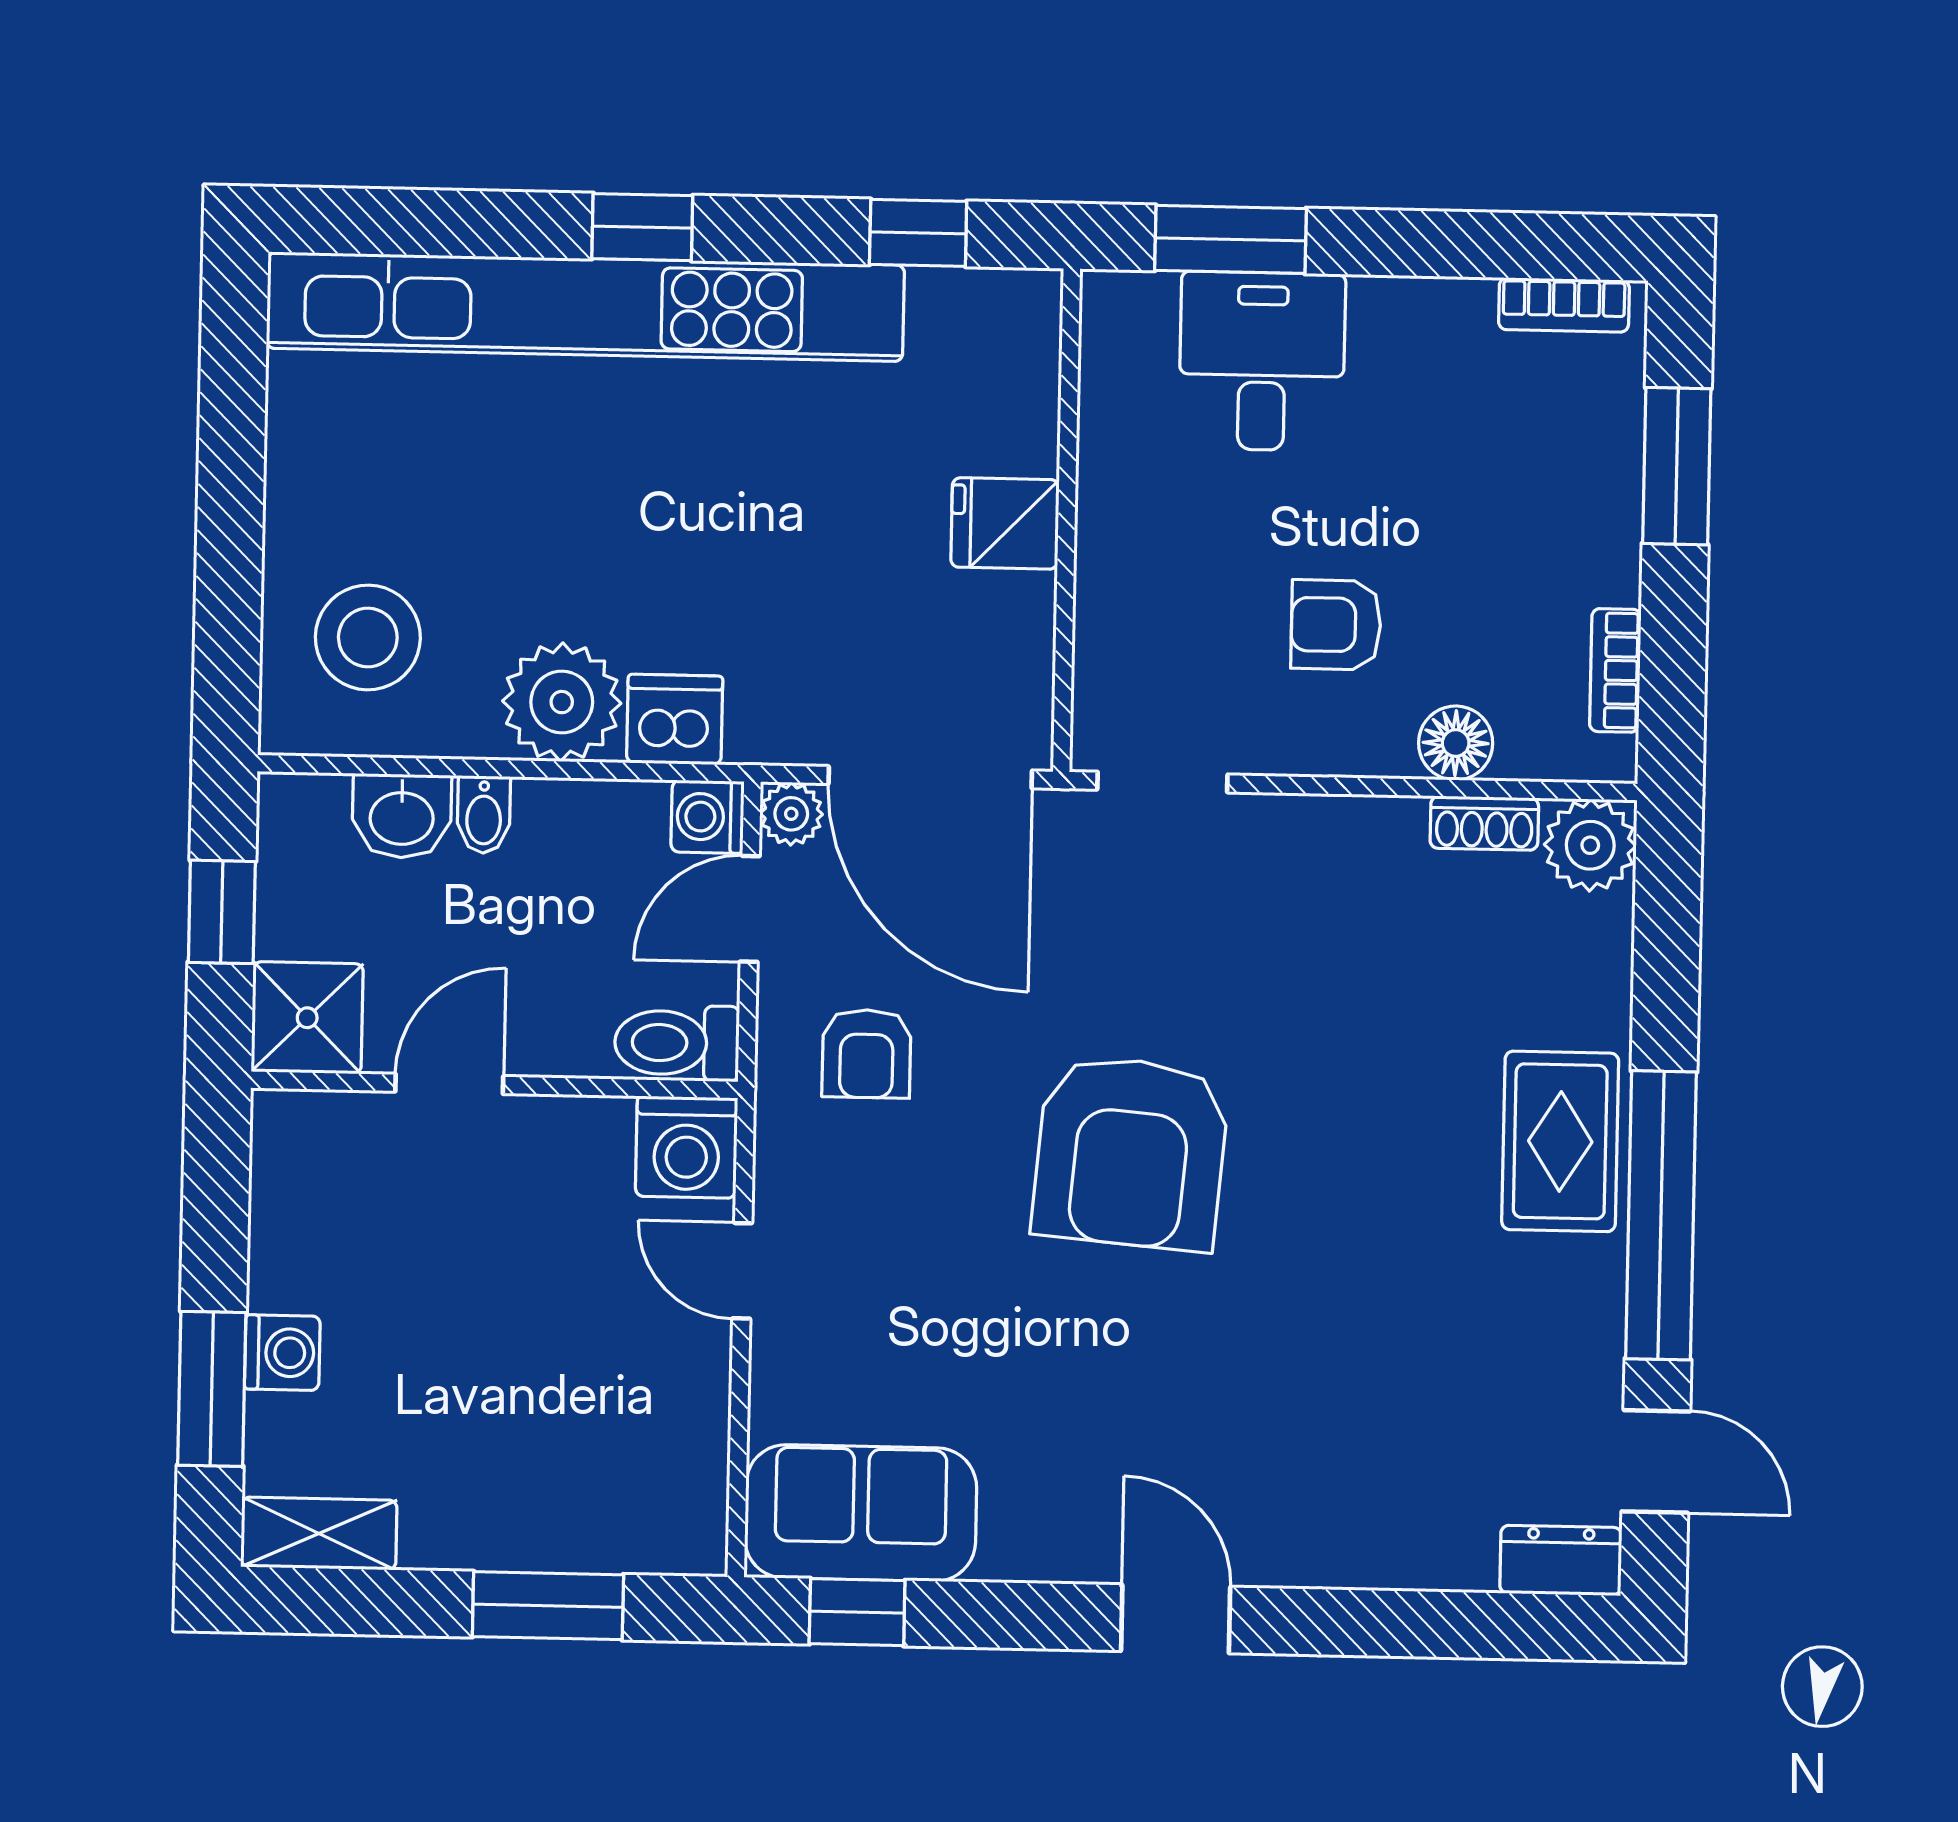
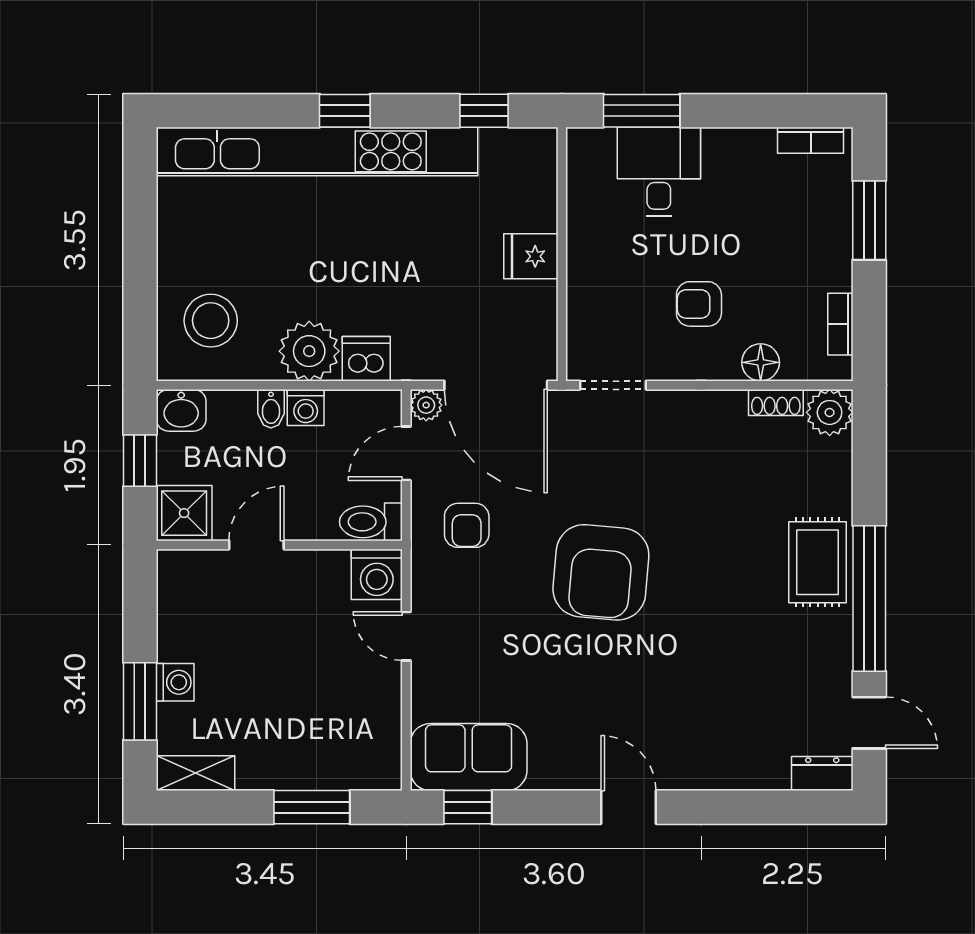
washbasin: (402, 816) -> (181, 410), moved
washing machine: (708, 817) -> (306, 407), moved, turned -90

